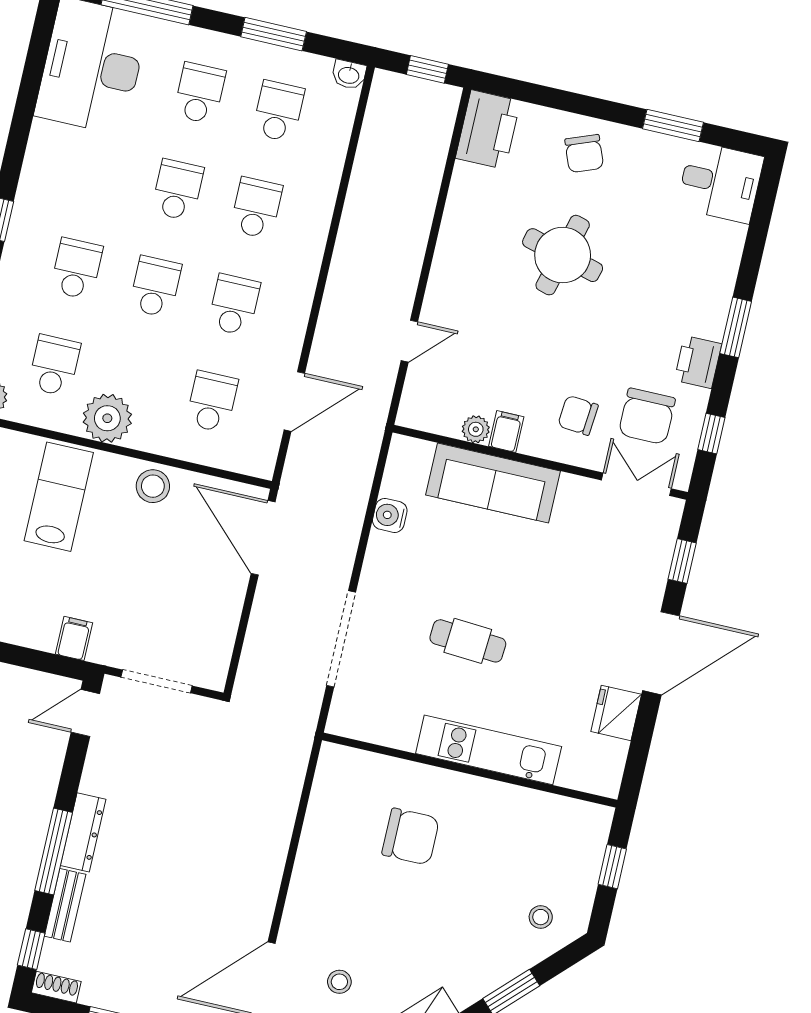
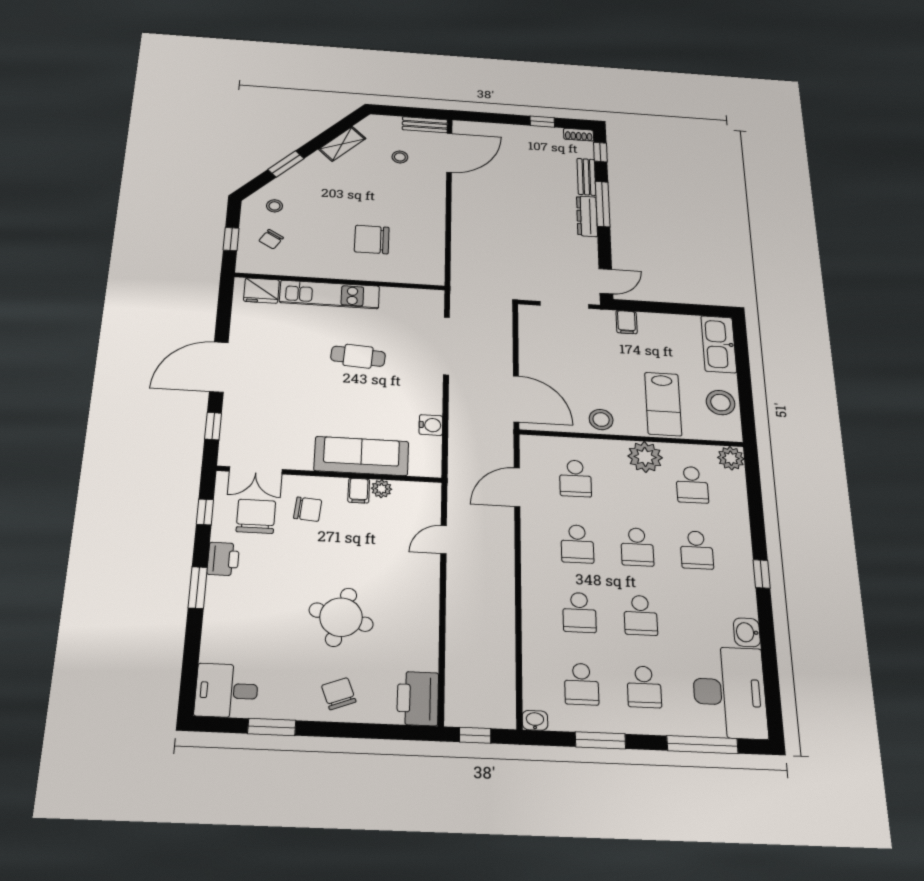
washbasin: (45, 142) -> (747, 632), added
fridge: (616, 713) -> (261, 291), moved, turned 90
chair: (555, 858) -> (271, 239), added

